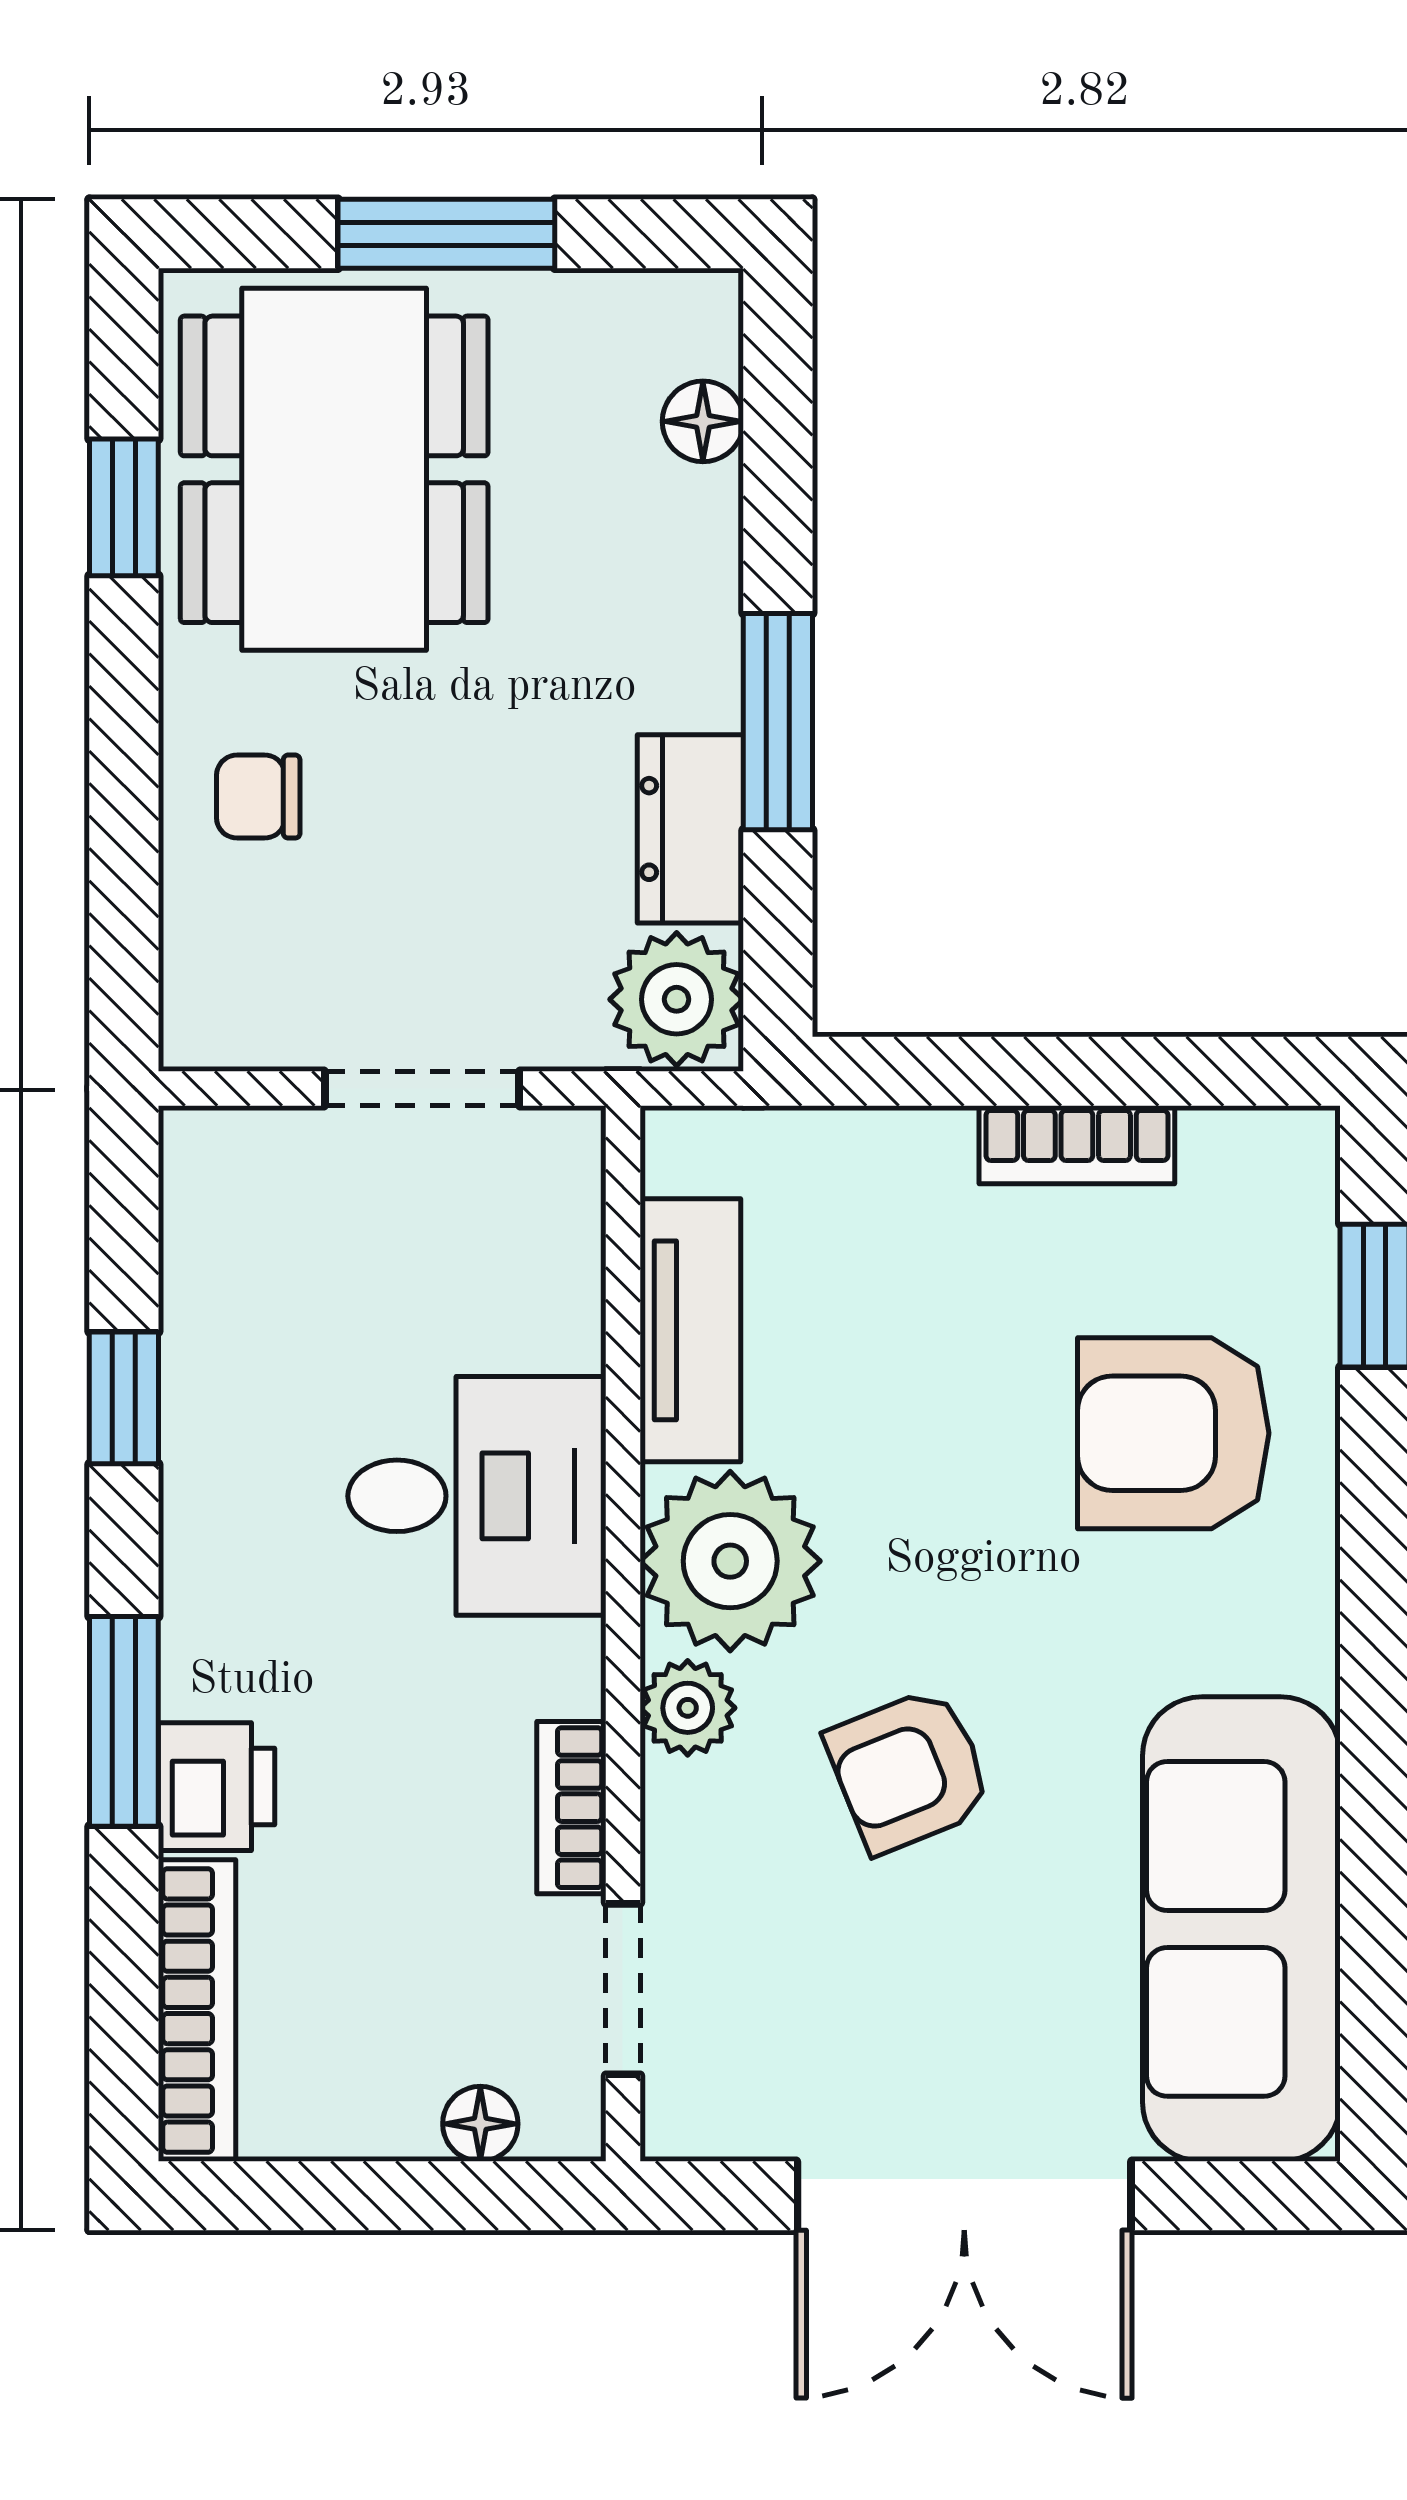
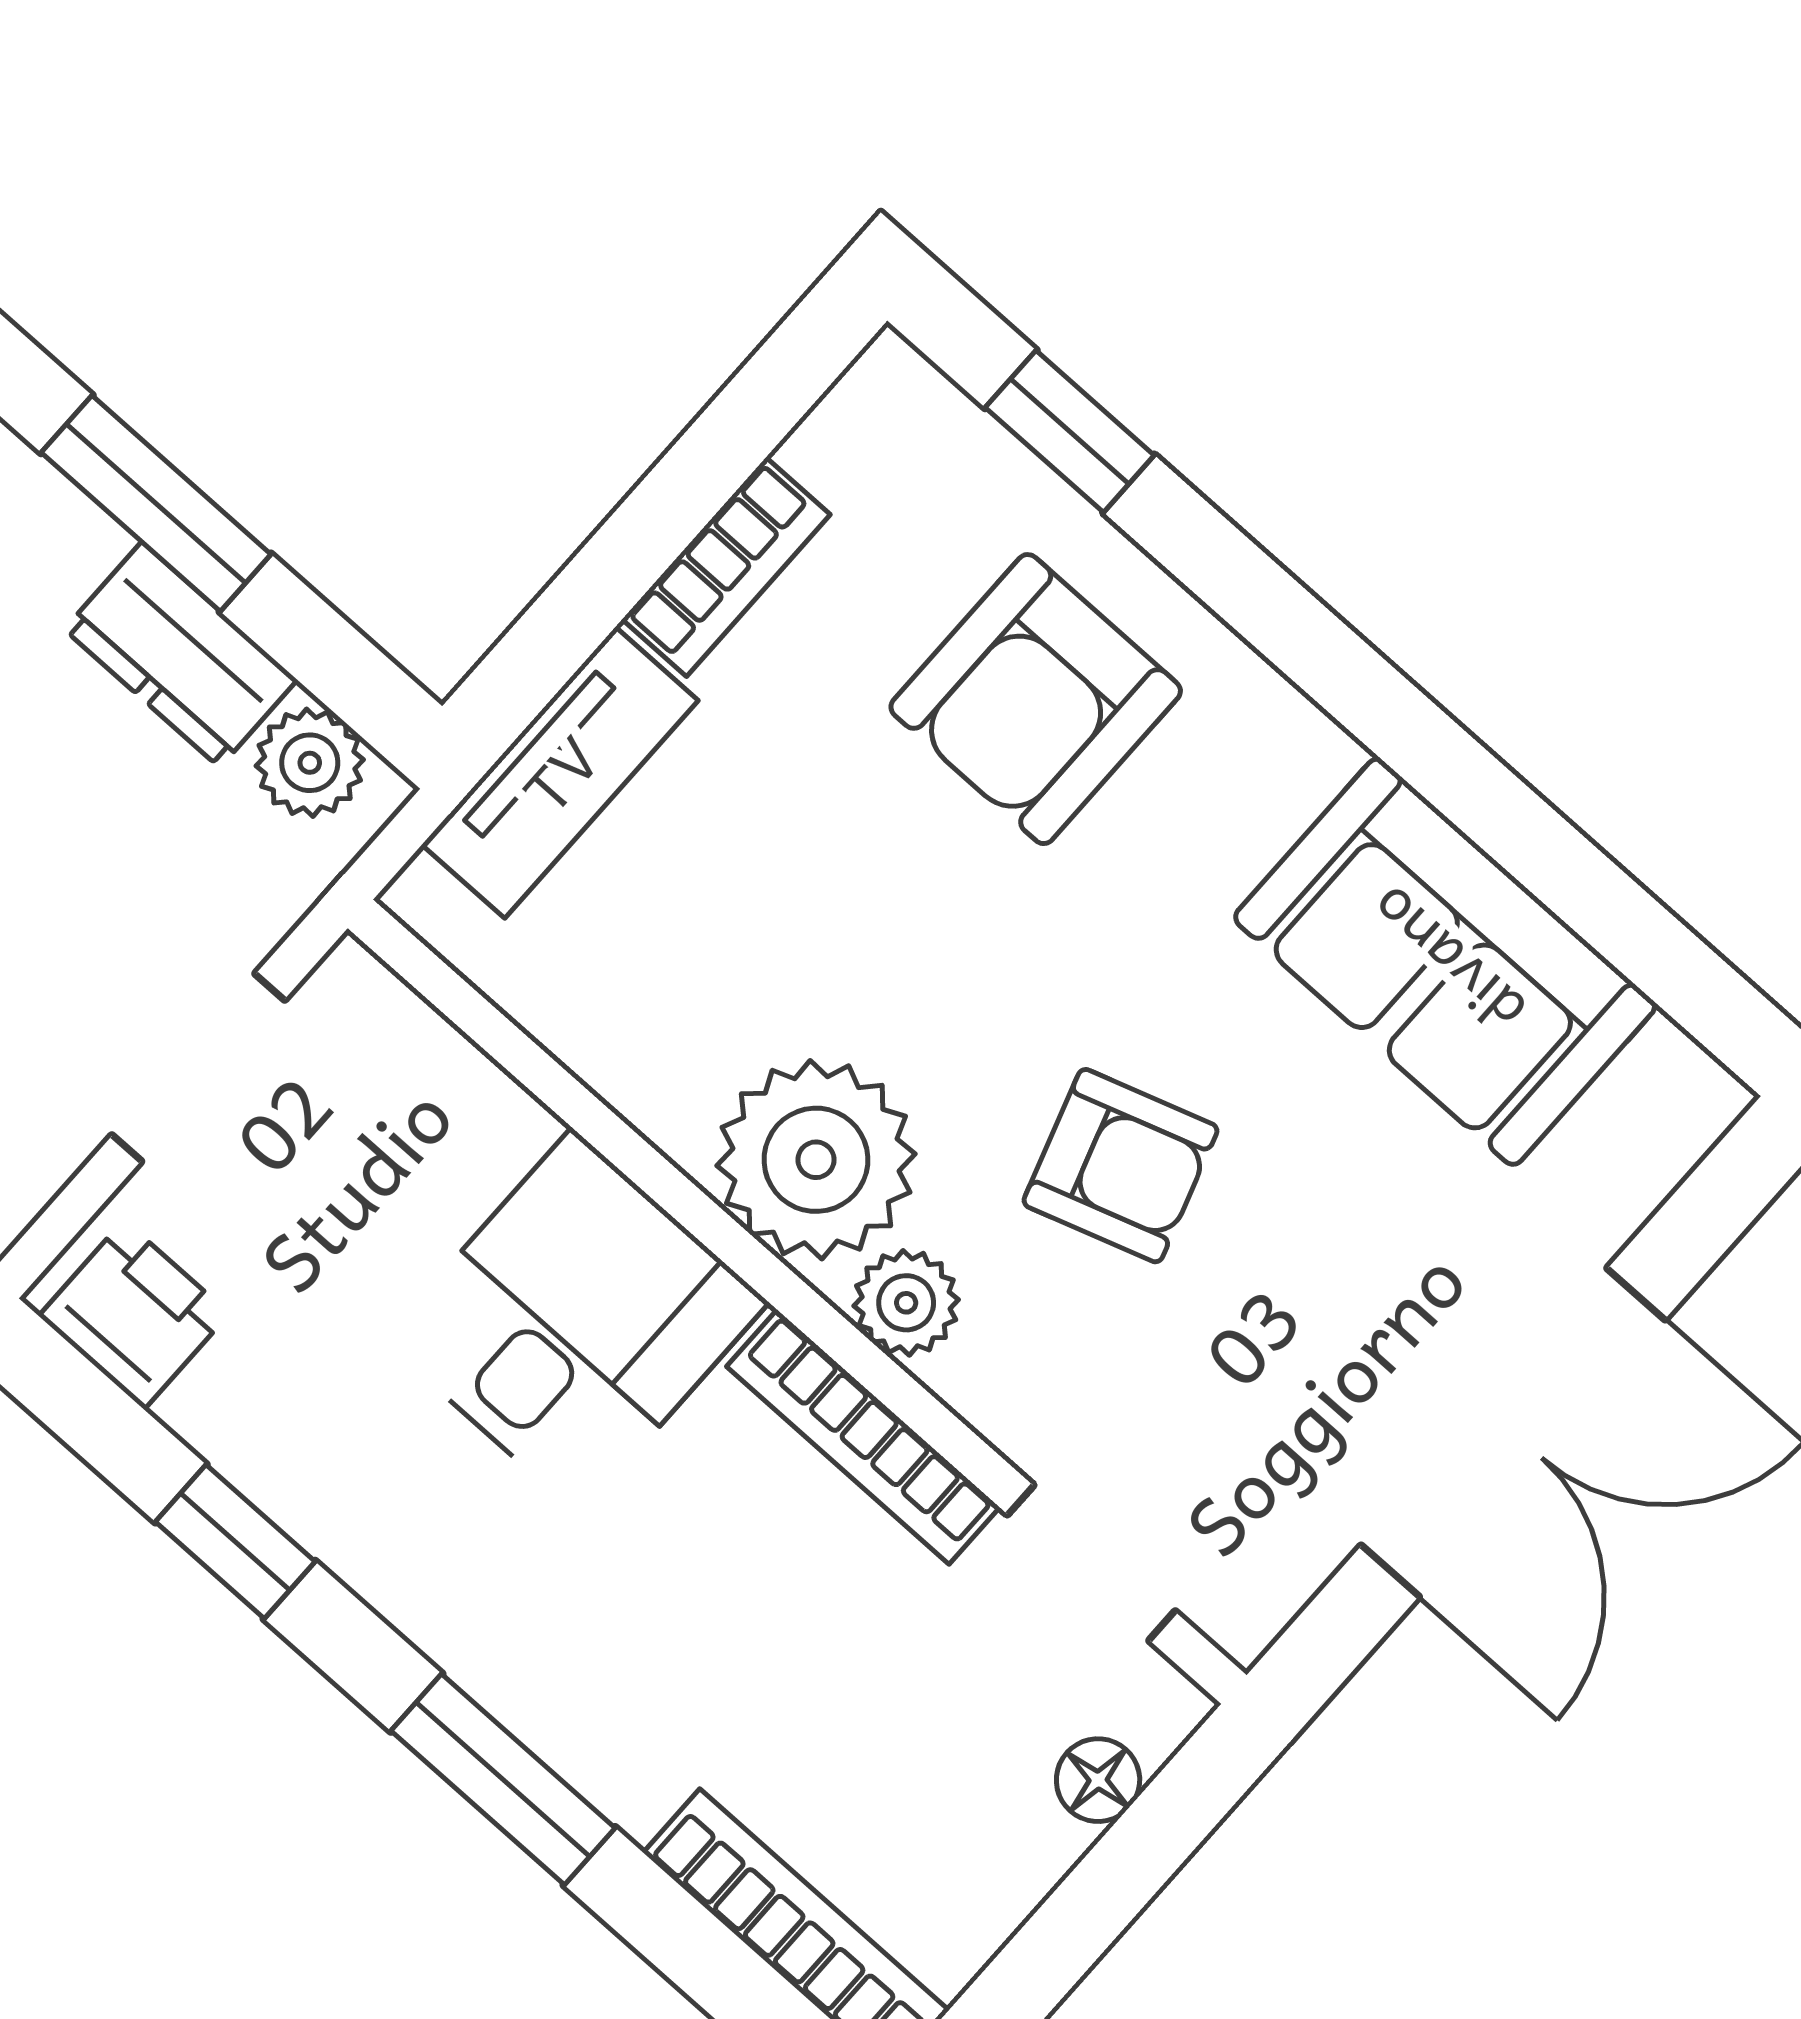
plant: (677, 999) -> (310, 763), width x0.73, depth x0.73
tv unit: (690, 1330) -> (560, 773), moved, turned 90
armchair: (909, 1770) -> (1121, 1166), turned -86
printer: (216, 1787) -> (134, 1315), moved
bookcase: (571, 1808) -> (863, 1437), width x1.56
sofa: (1241, 1929) -> (1445, 962), width x0.73

